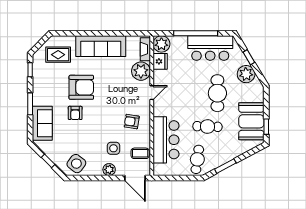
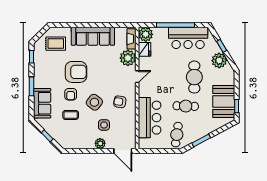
coffee table: (140, 153) -> (71, 115), moved
side table: (76, 164) -> (94, 102), moved

